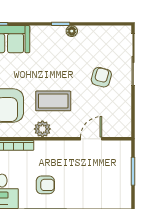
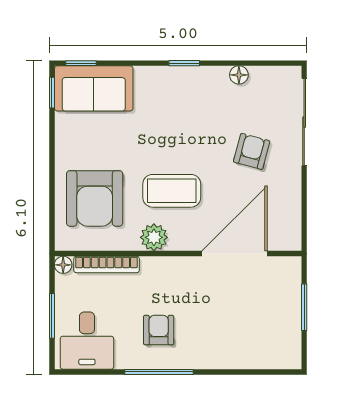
floor lamp: (72, 31) -> (239, 75), moved
door: (91, 139) -> (235, 254), width x1.87
armchair: (45, 185) -> (159, 330), turned -90

